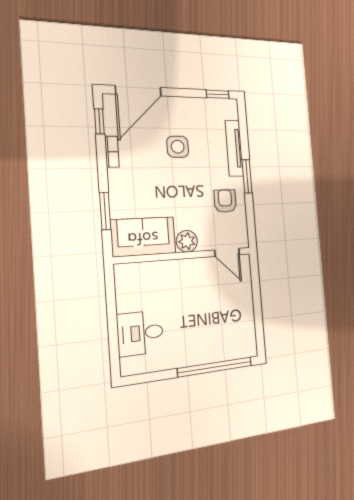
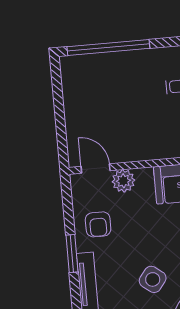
side table: (178, 147) -> (153, 279), turned 37
plant: (187, 241) -> (123, 181), moved

